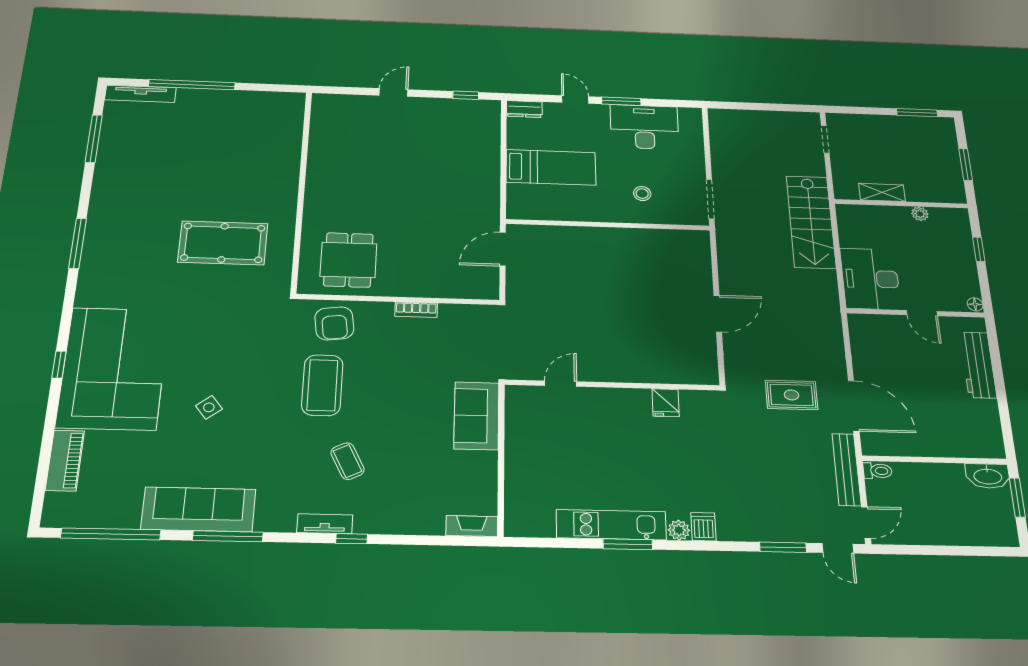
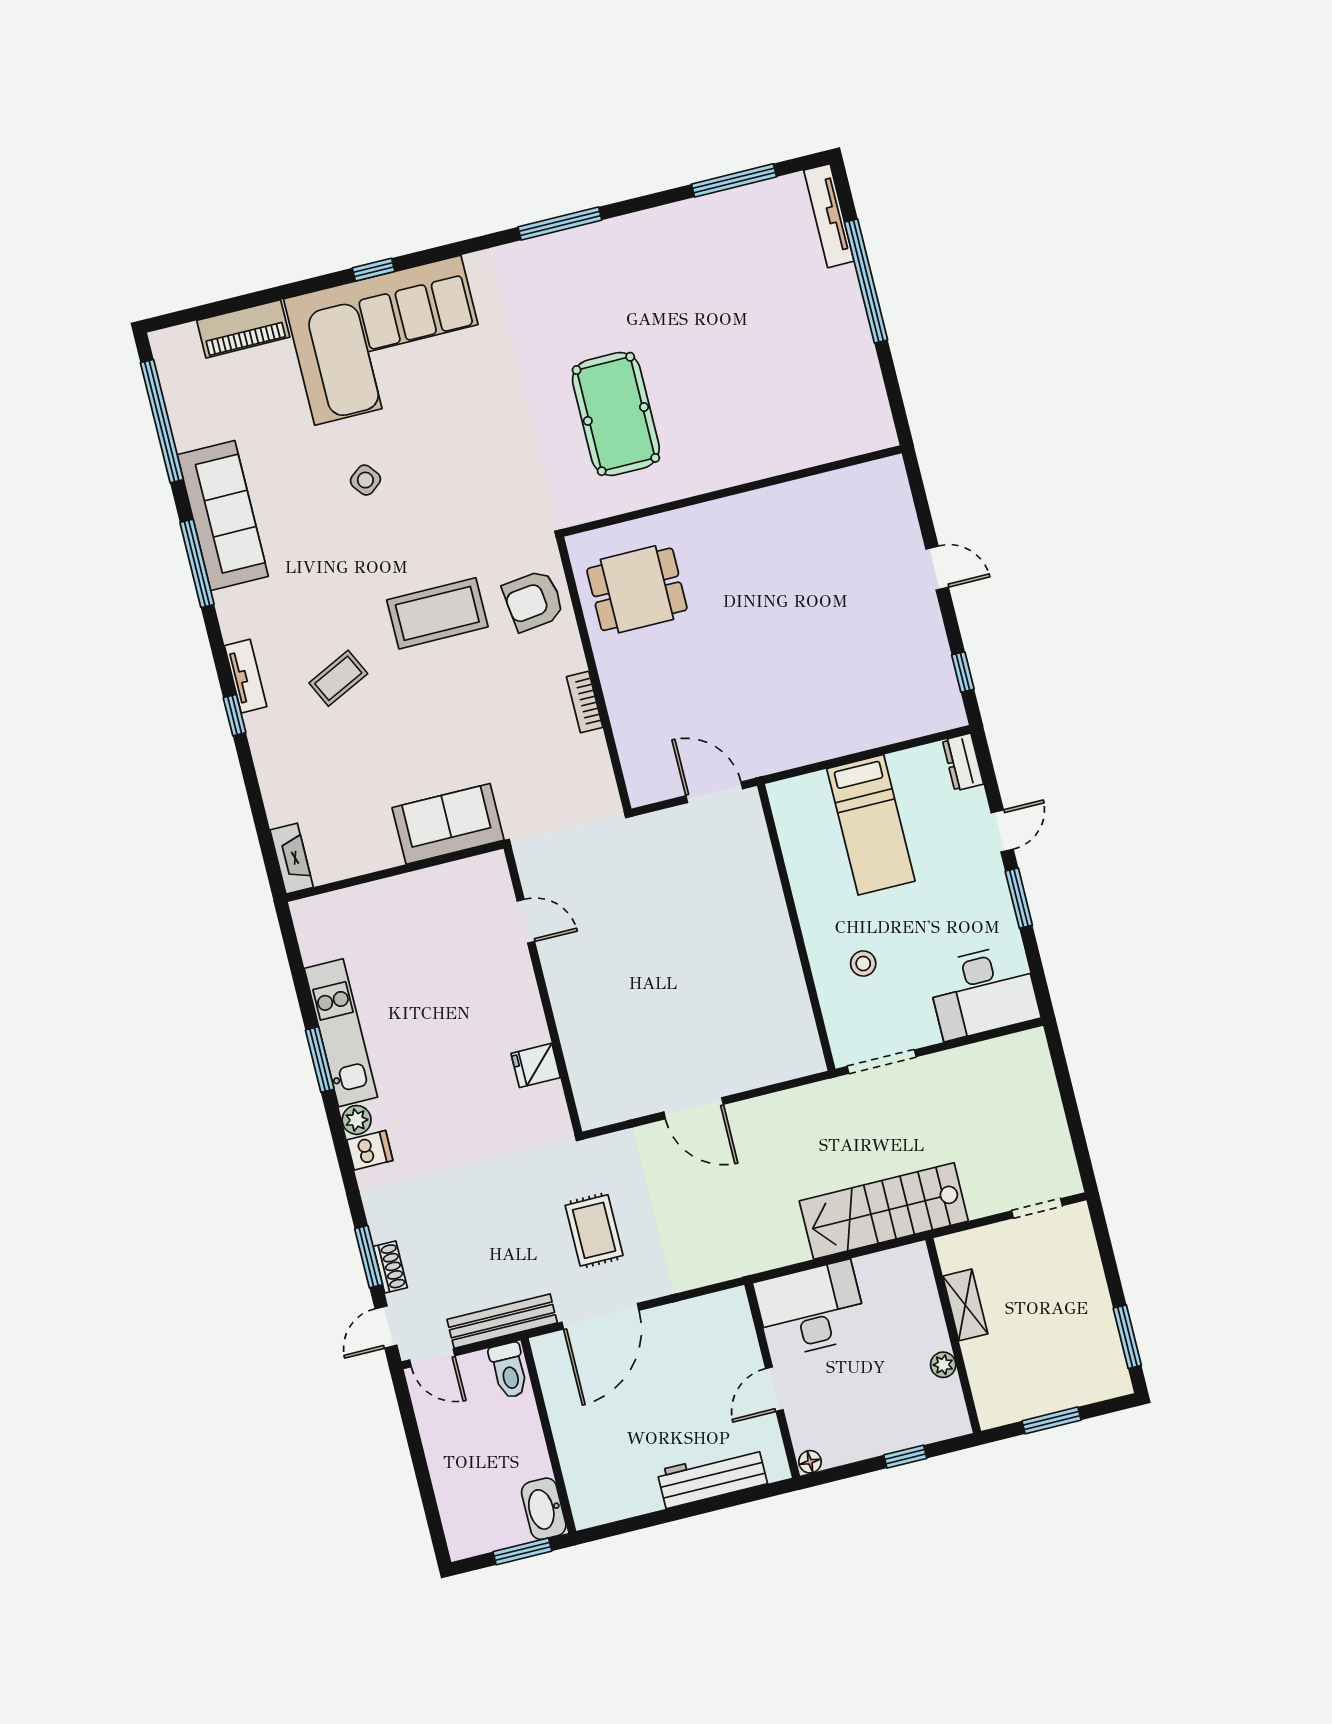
desk: (645, 127) -> (983, 992), moved, turned 90
toilet: (878, 471) -> (509, 1370), width x1.37, depth x1.39
shoe rack: (793, 534) -> (390, 1267), added

